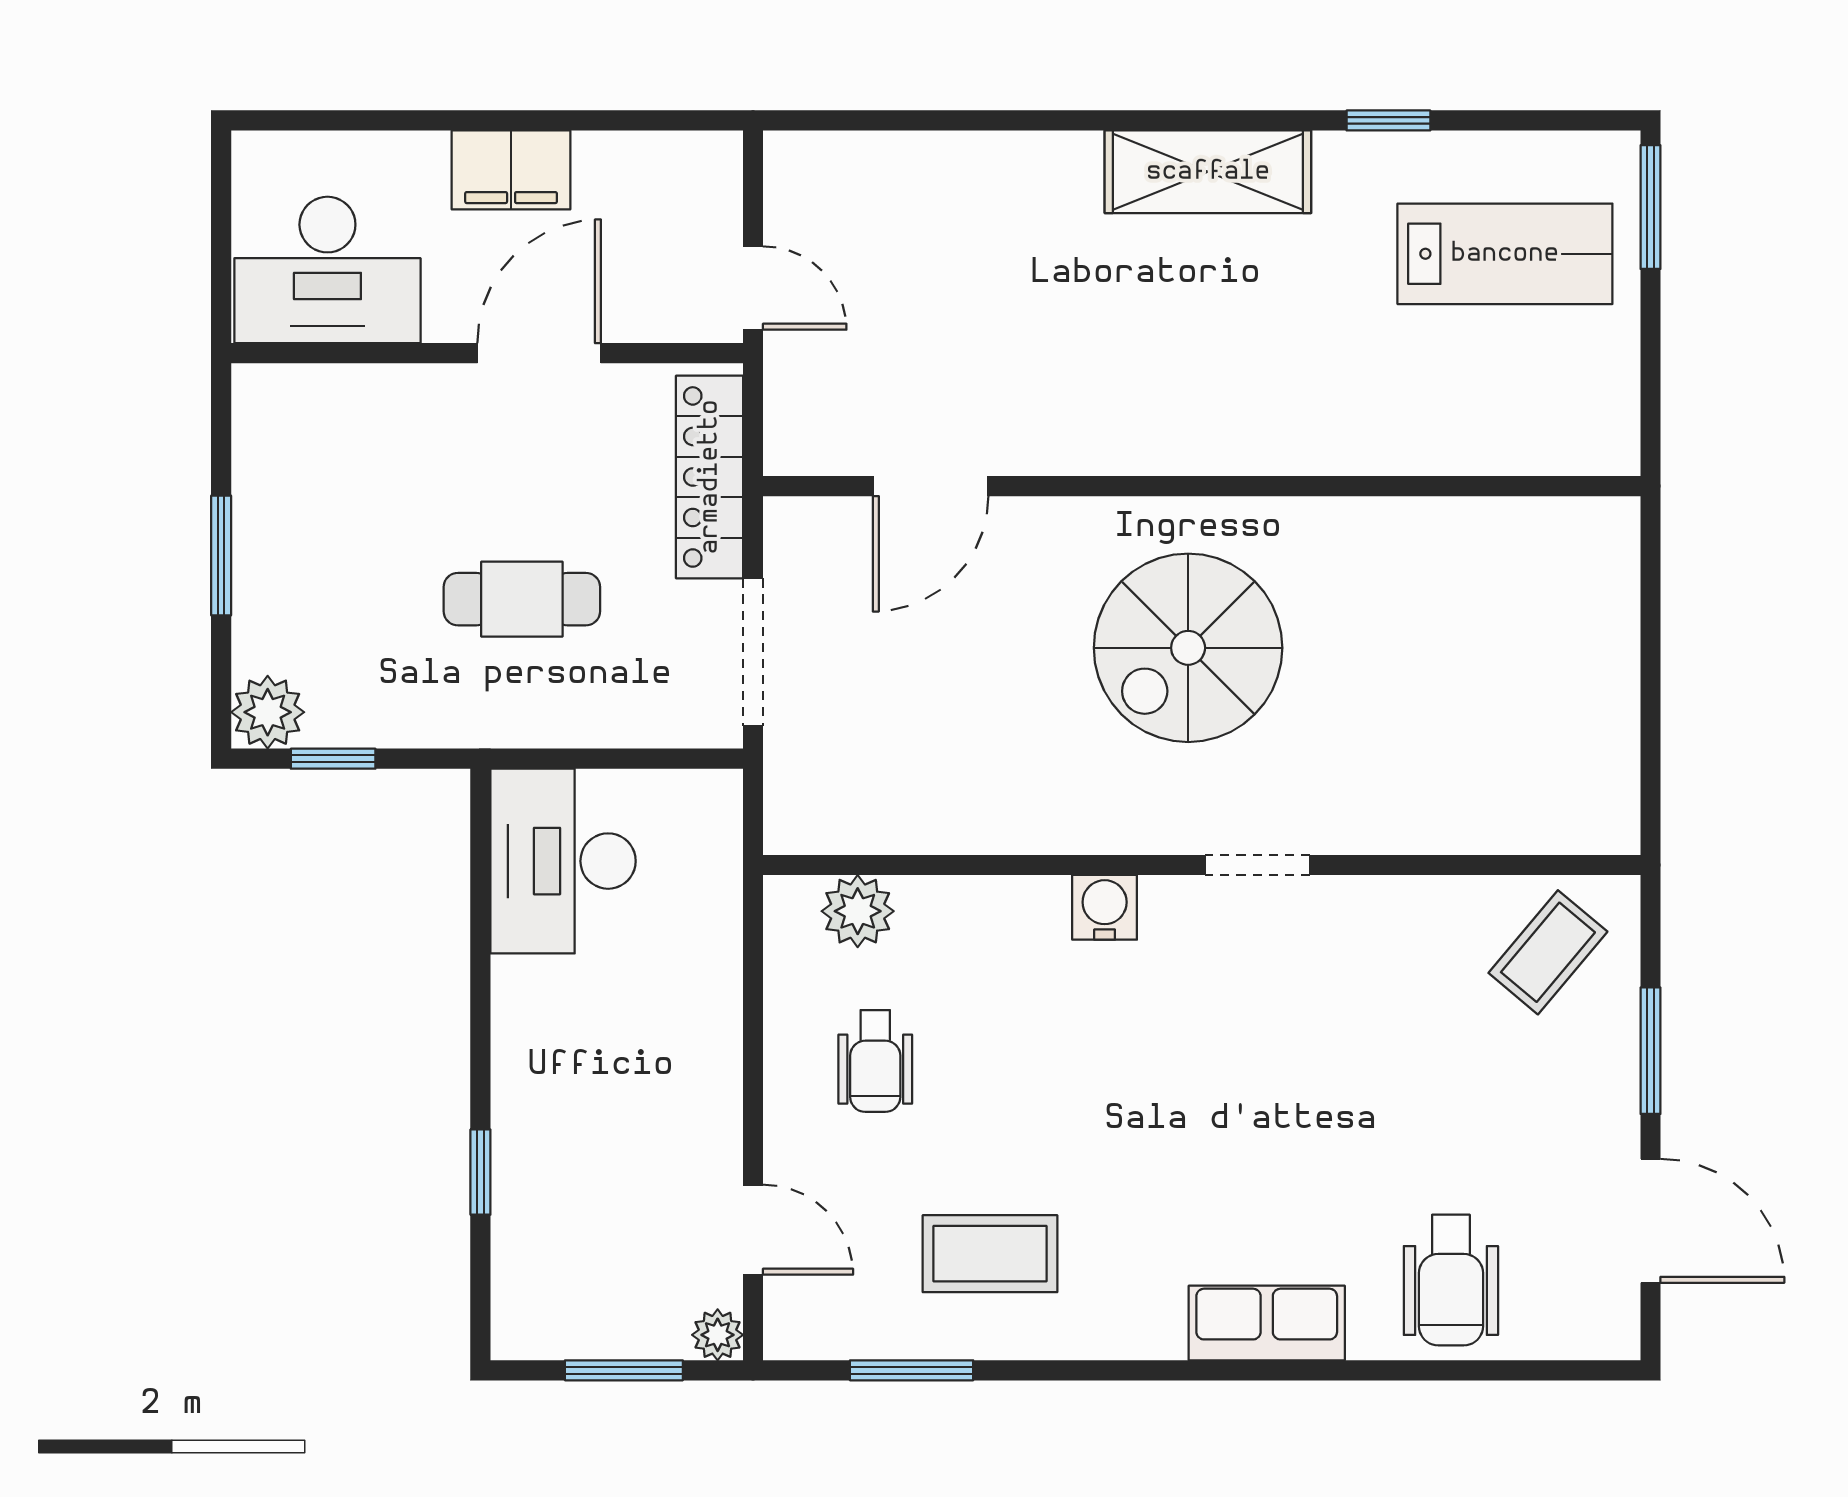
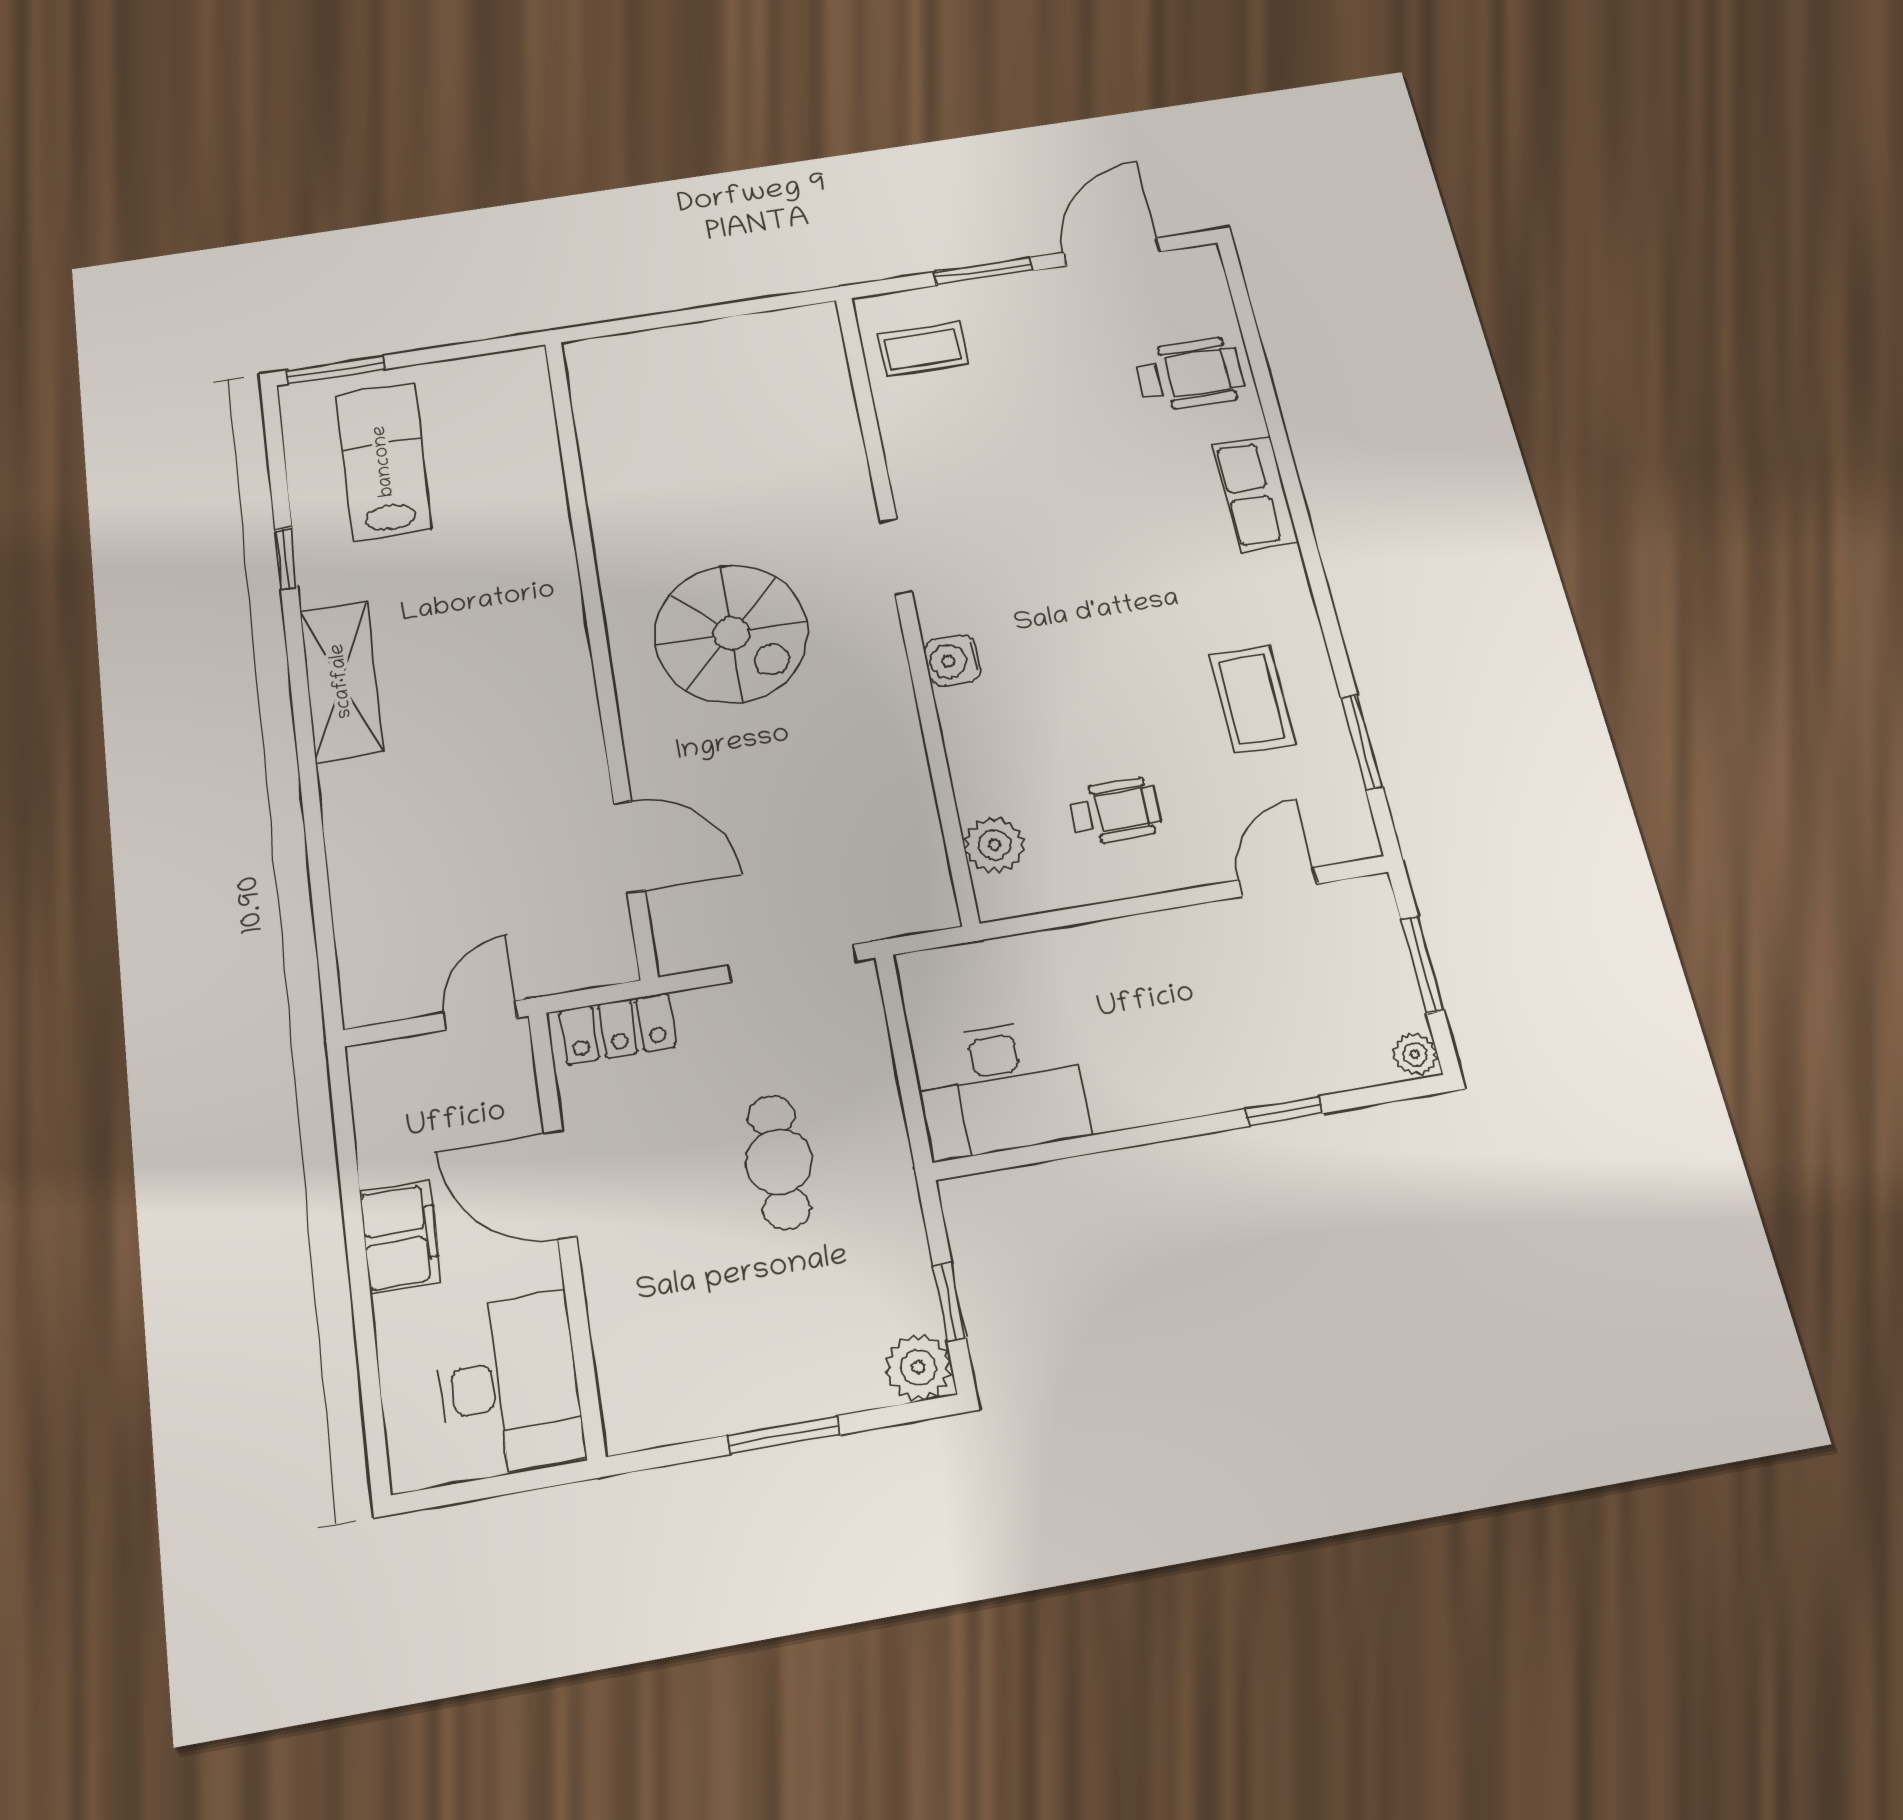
locker: (710, 477) -> (618, 1029), width x0.66
coffee table: (1548, 952) -> (923, 349), turned -40
plant: (718, 1335) -> (1415, 1054), moved

